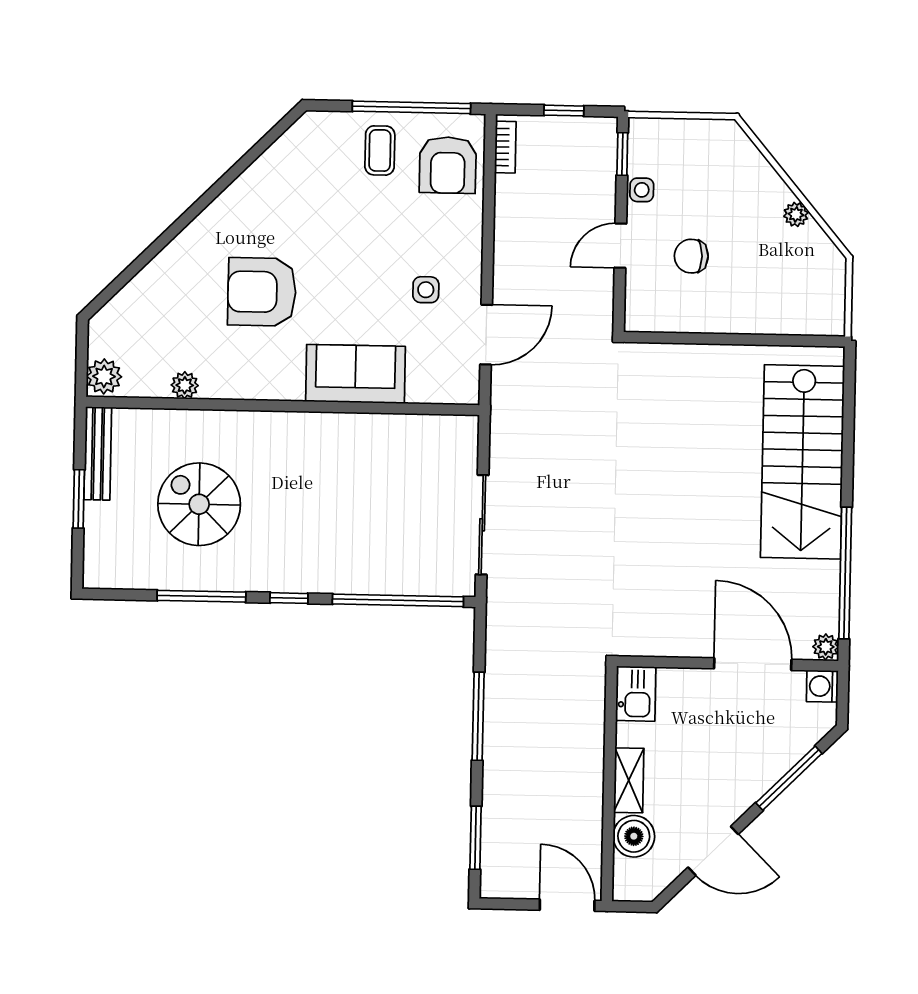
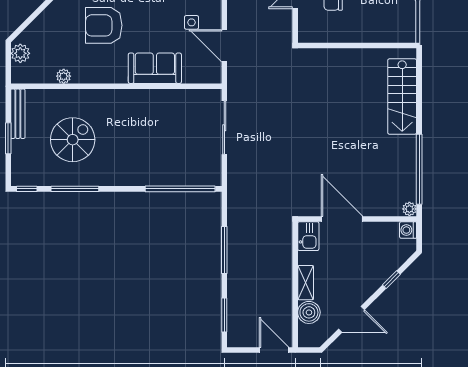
door: (486, 335) -> (224, 46), swing flipped
plant: (104, 376) -> (20, 53), moved
stairs: (802, 462) -> (402, 97), width x0.73, depth x0.66
spiral stairs: (199, 504) -> (73, 140), turned 90
sliding door: (482, 525) -> (224, 128), moved
window: (289, 598) -> (27, 189), moved
door: (753, 664) -> (342, 219), moved
window: (789, 778) -> (391, 280), width x0.46

